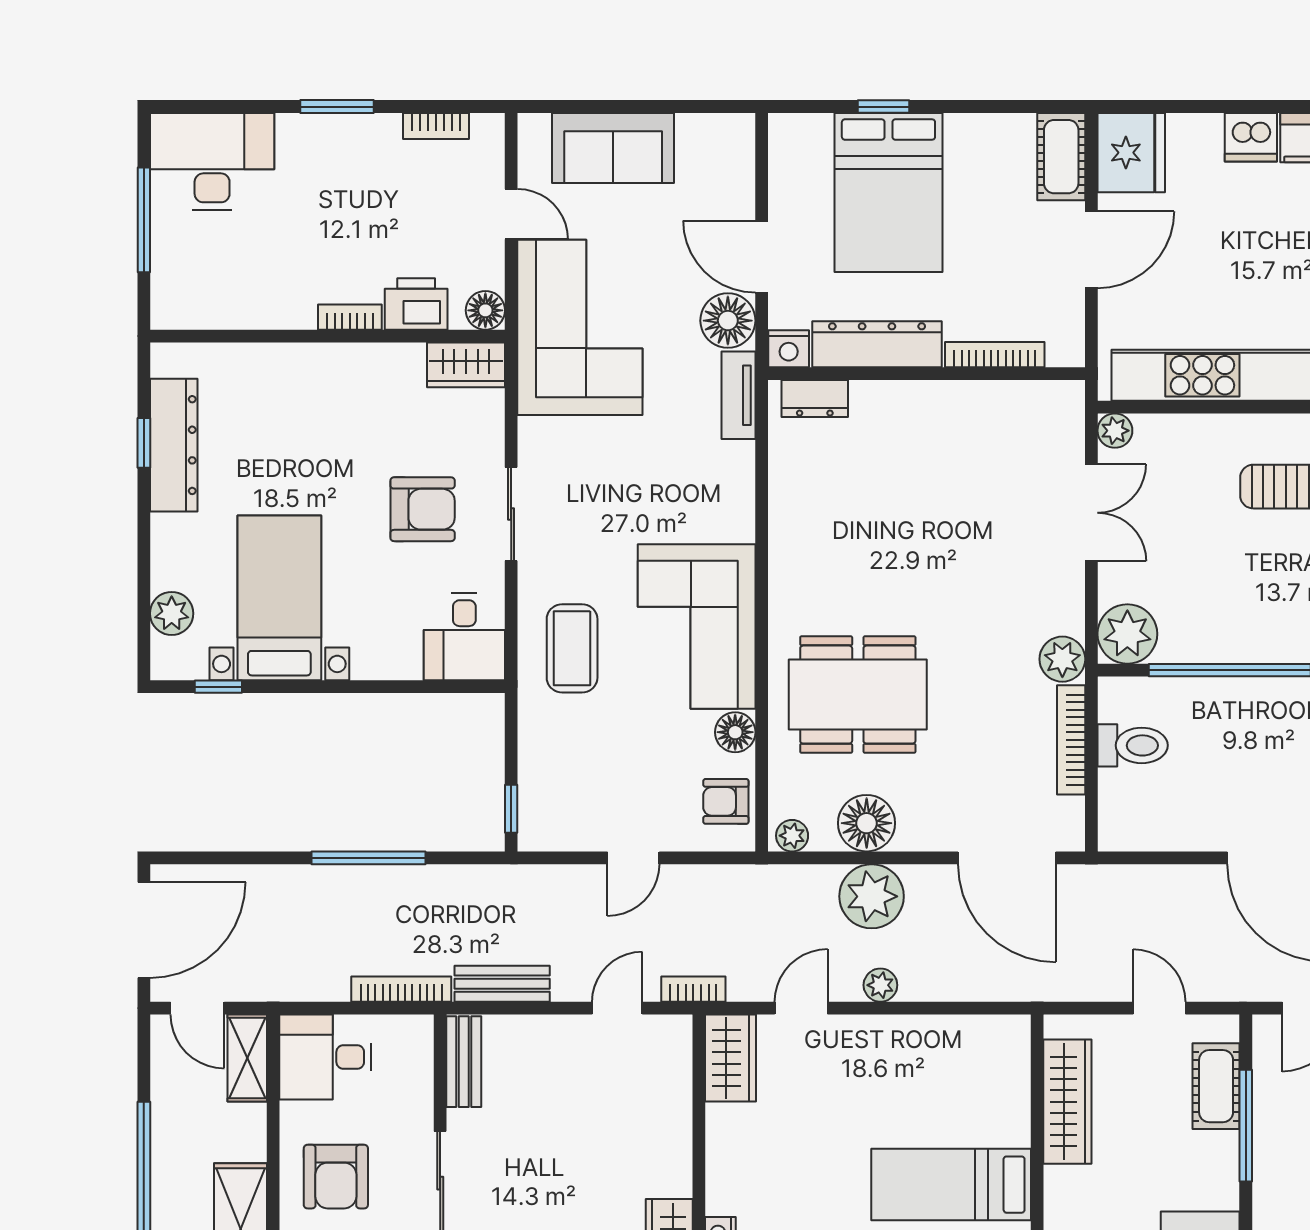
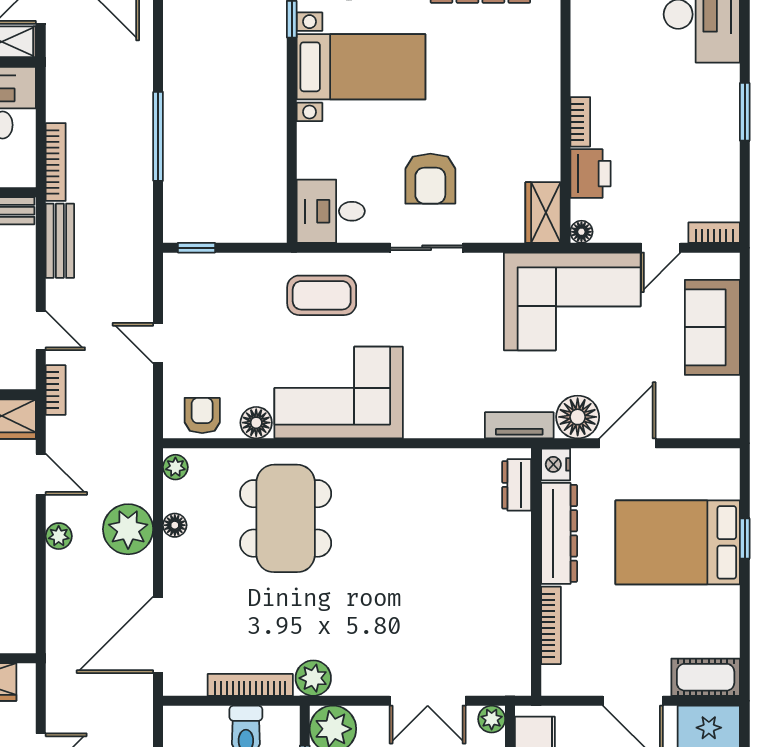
bookcase: (436, 126) -> (714, 233), moved, turned 90
floor lamp: (485, 310) -> (581, 232), width x0.73, depth x0.73
floor lamp: (867, 823) -> (175, 525), width x0.53, depth x0.53

